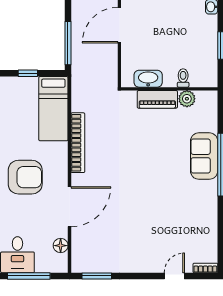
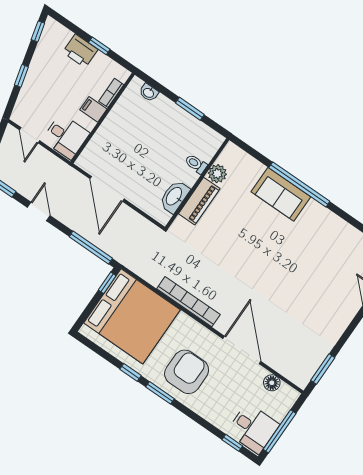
window: (28, 73) -> (107, 283), moved
bed: (53, 109) -> (132, 316), width x2.04

